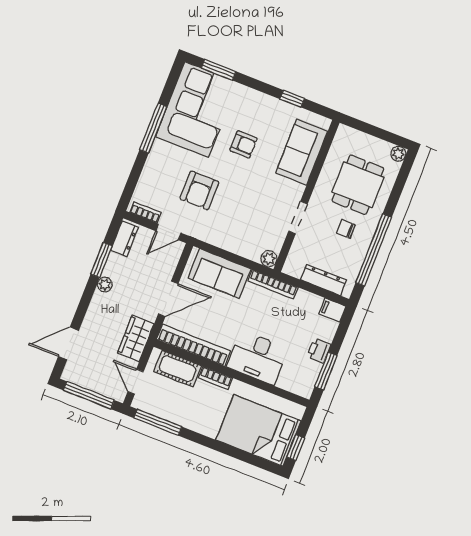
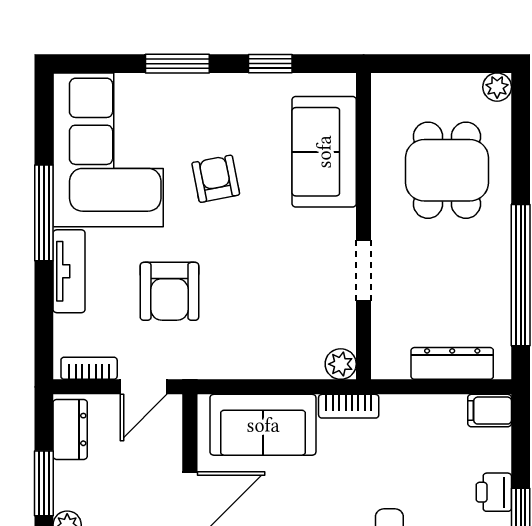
window: (219, 70) -> (177, 64), moved
armchair: (244, 144) -> (216, 179), turned -101
tv unit: (154, 161) -> (69, 271), added
chair: (346, 229) -> (456, 257), removed
bookcase: (273, 284) -> (349, 406), width x0.64

